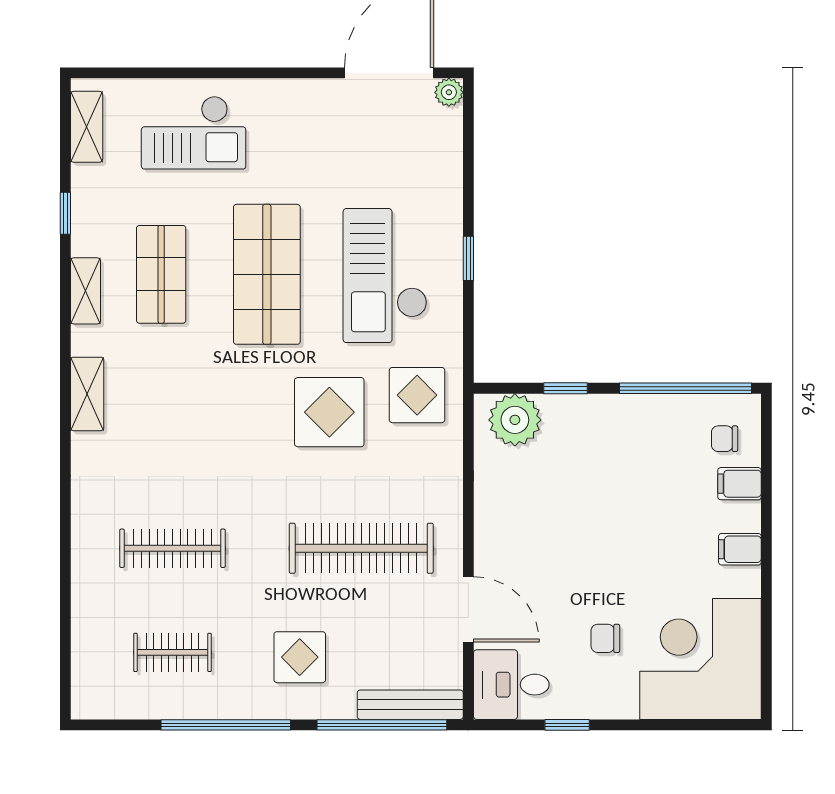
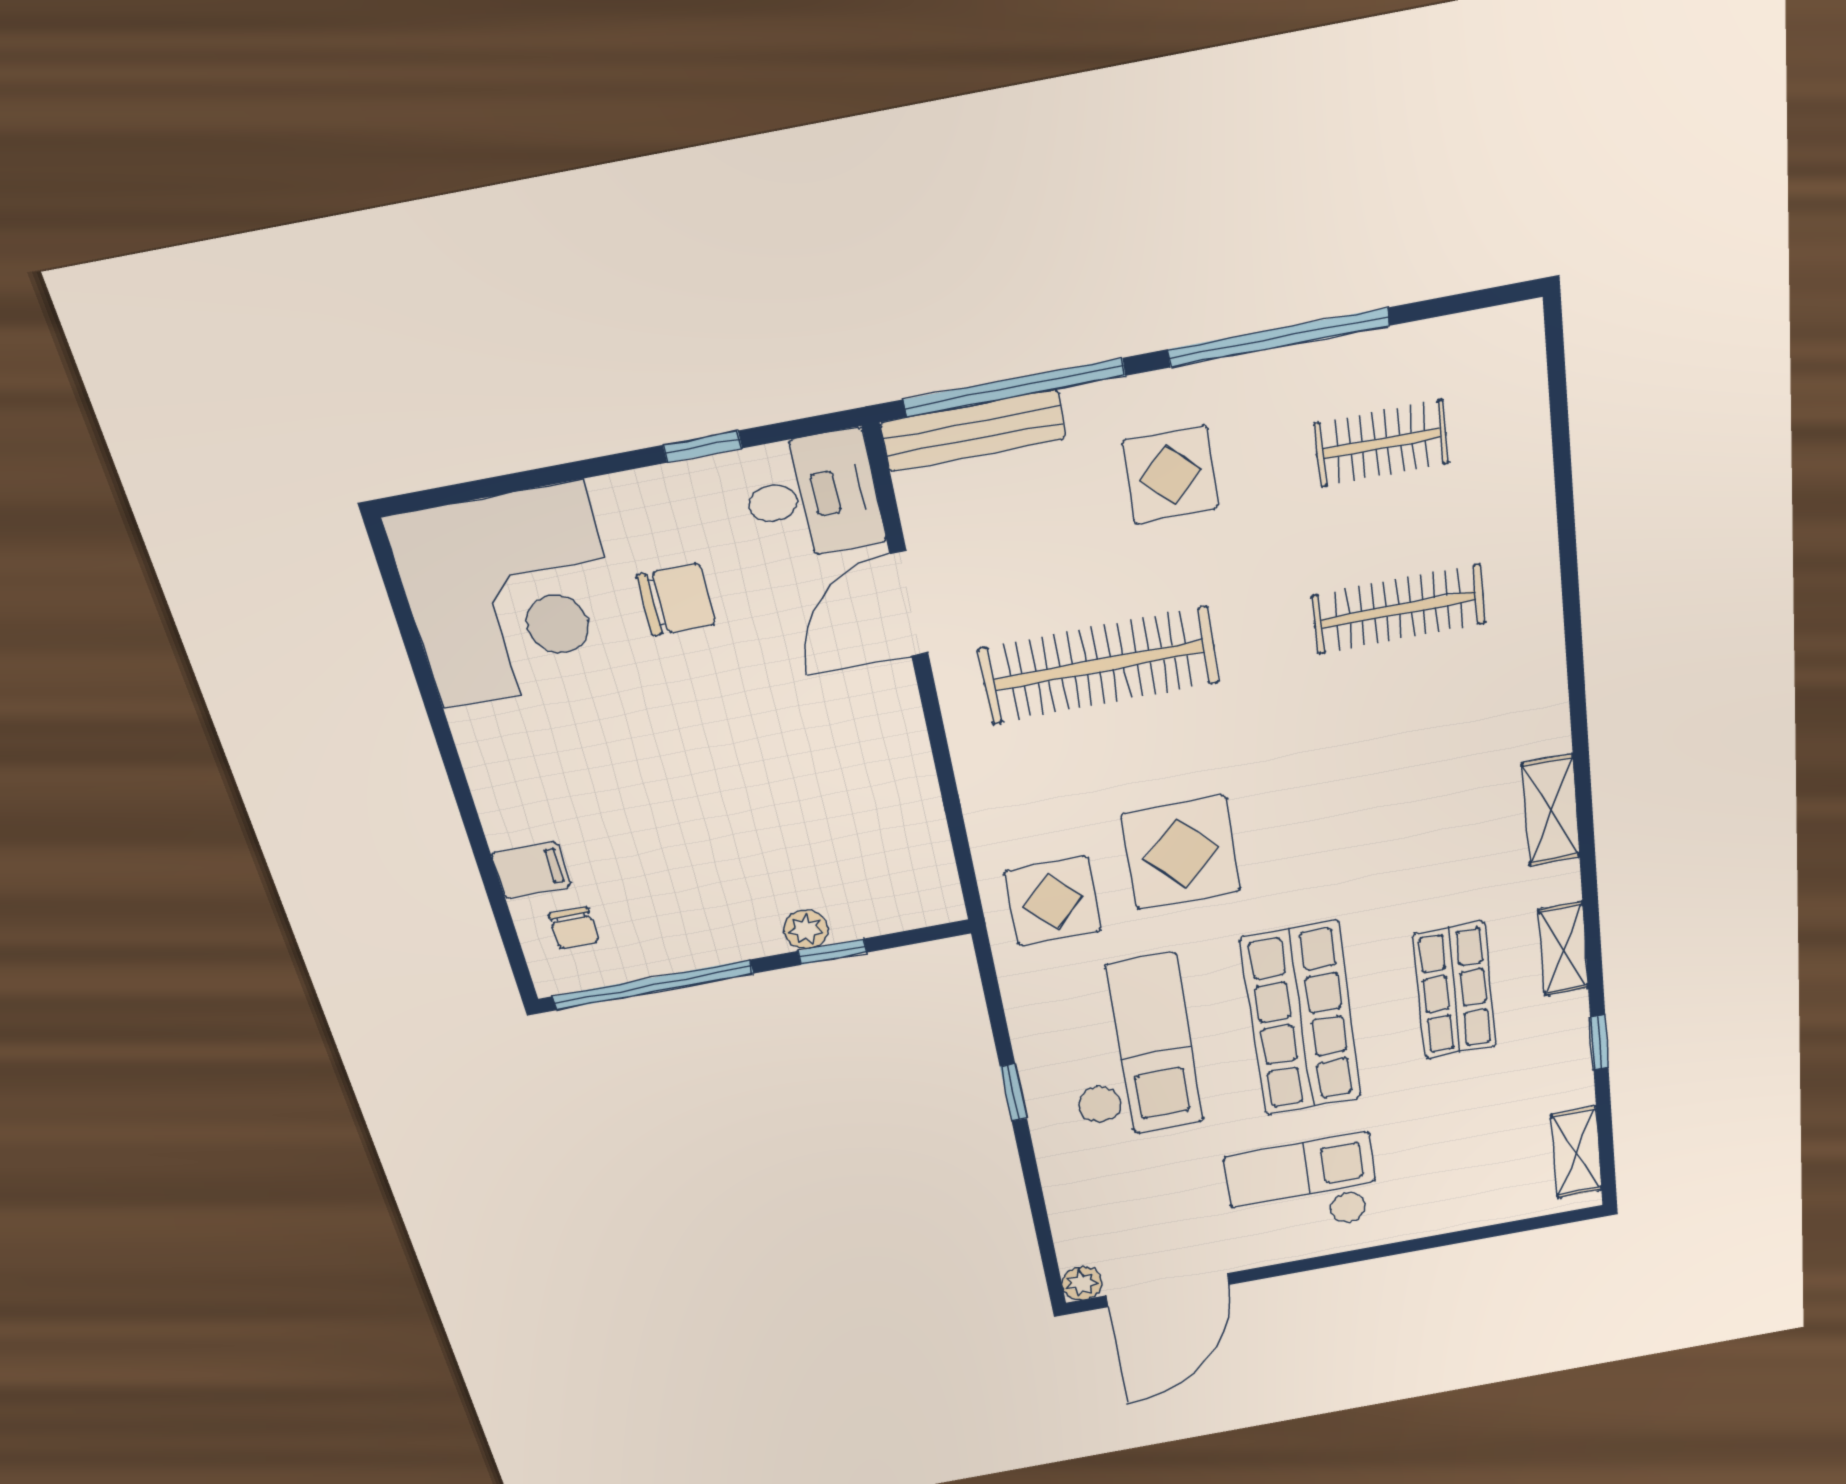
checkout: (194, 133) -> (1302, 1188), moved
plant: (515, 420) -> (806, 930), moved, width x0.53, depth x0.53
chair: (725, 439) -> (574, 928), turned 90
filing cabinet: (740, 549) -> (501, 776), removed
door: (468, 609) -> (909, 604), hinge flipped
chair: (605, 638) -> (676, 600), width x1.37, depth x1.37

